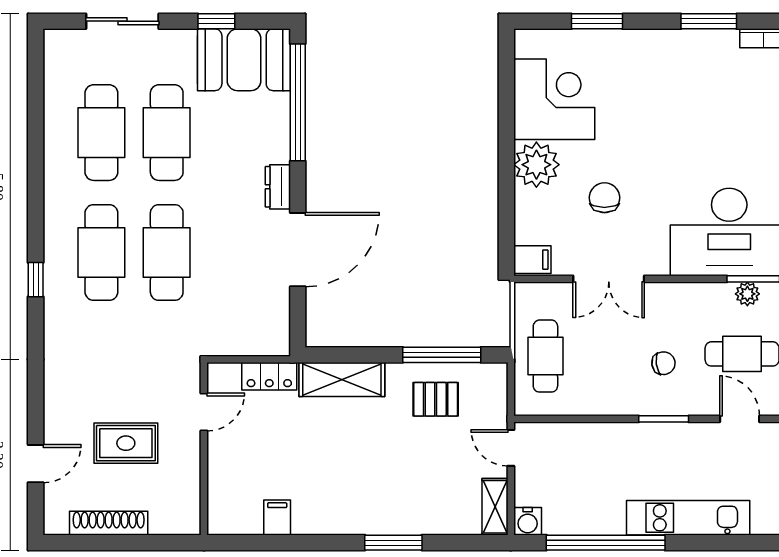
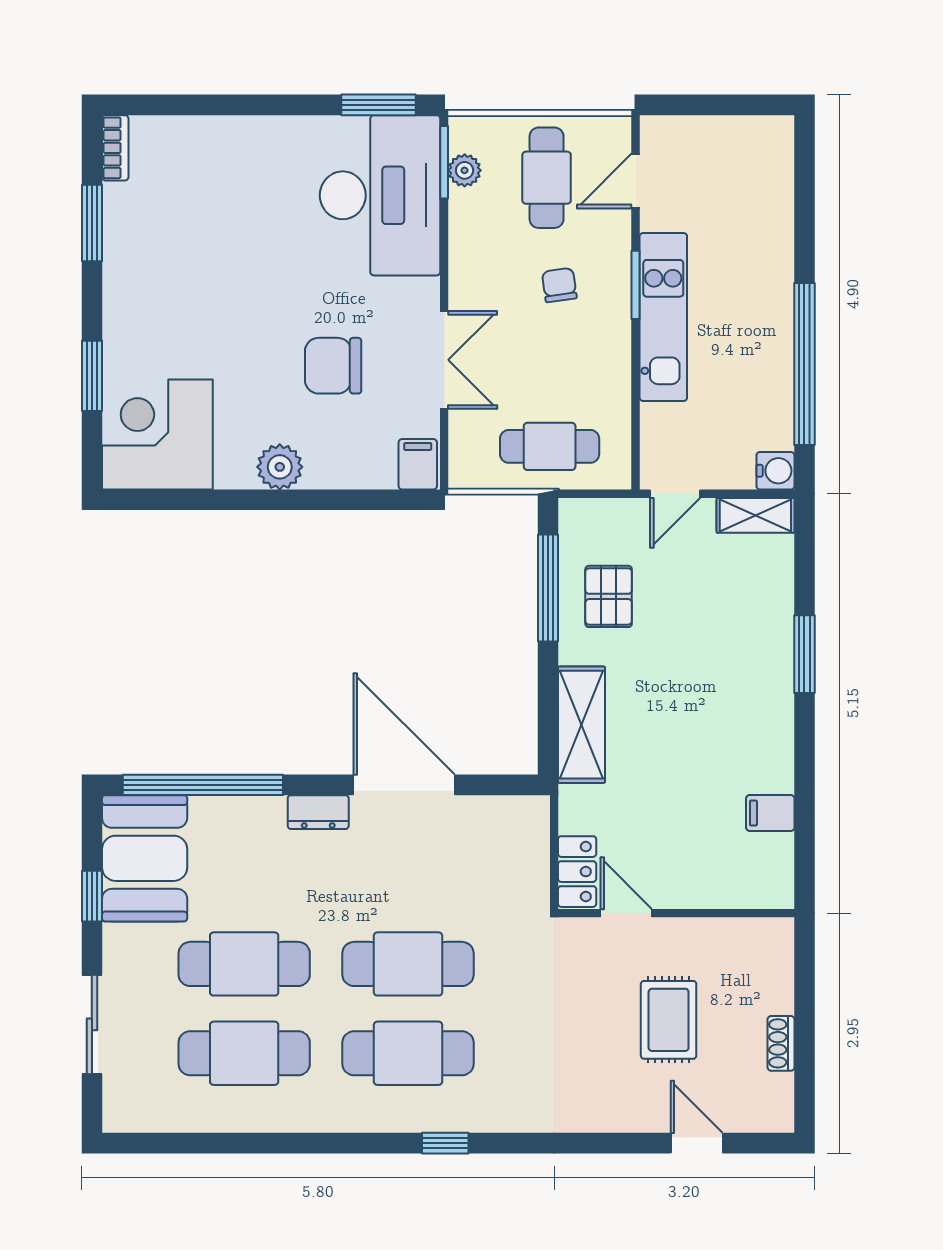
corner desk: (554, 99) -> (157, 434), moved
plant: (536, 165) -> (280, 467), width x0.73, depth x0.73
chair: (604, 198) -> (333, 366), width x1.37, depth x1.37
locker: (269, 376) -> (577, 872), moved
kitchen unit: (688, 518) -> (663, 317), moved, turned 180
shoe rack: (109, 523) -> (781, 1043), width x0.51, depth x0.81

